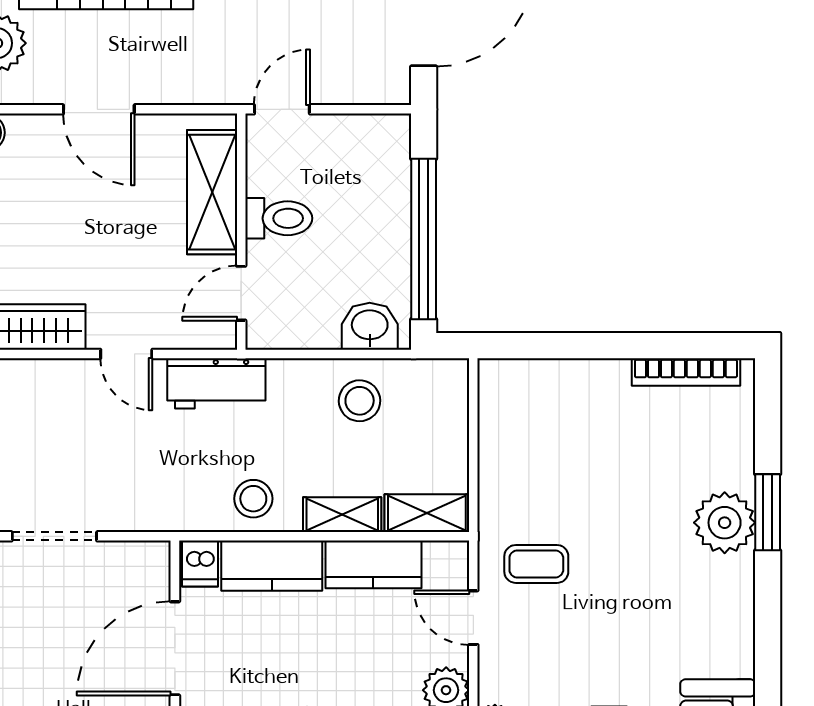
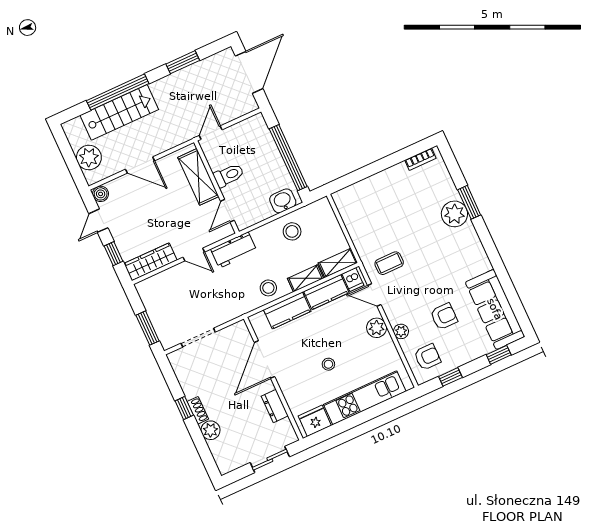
bookcase: (686, 372) -> (420, 159), width x0.64
dishwasher: (200, 564) -> (353, 280), moved

